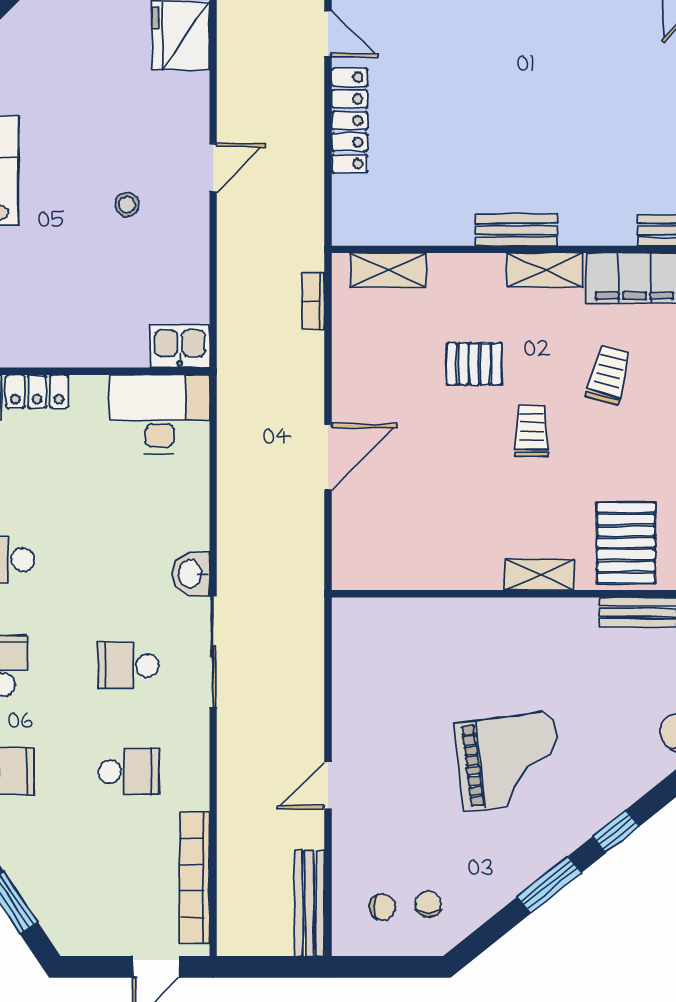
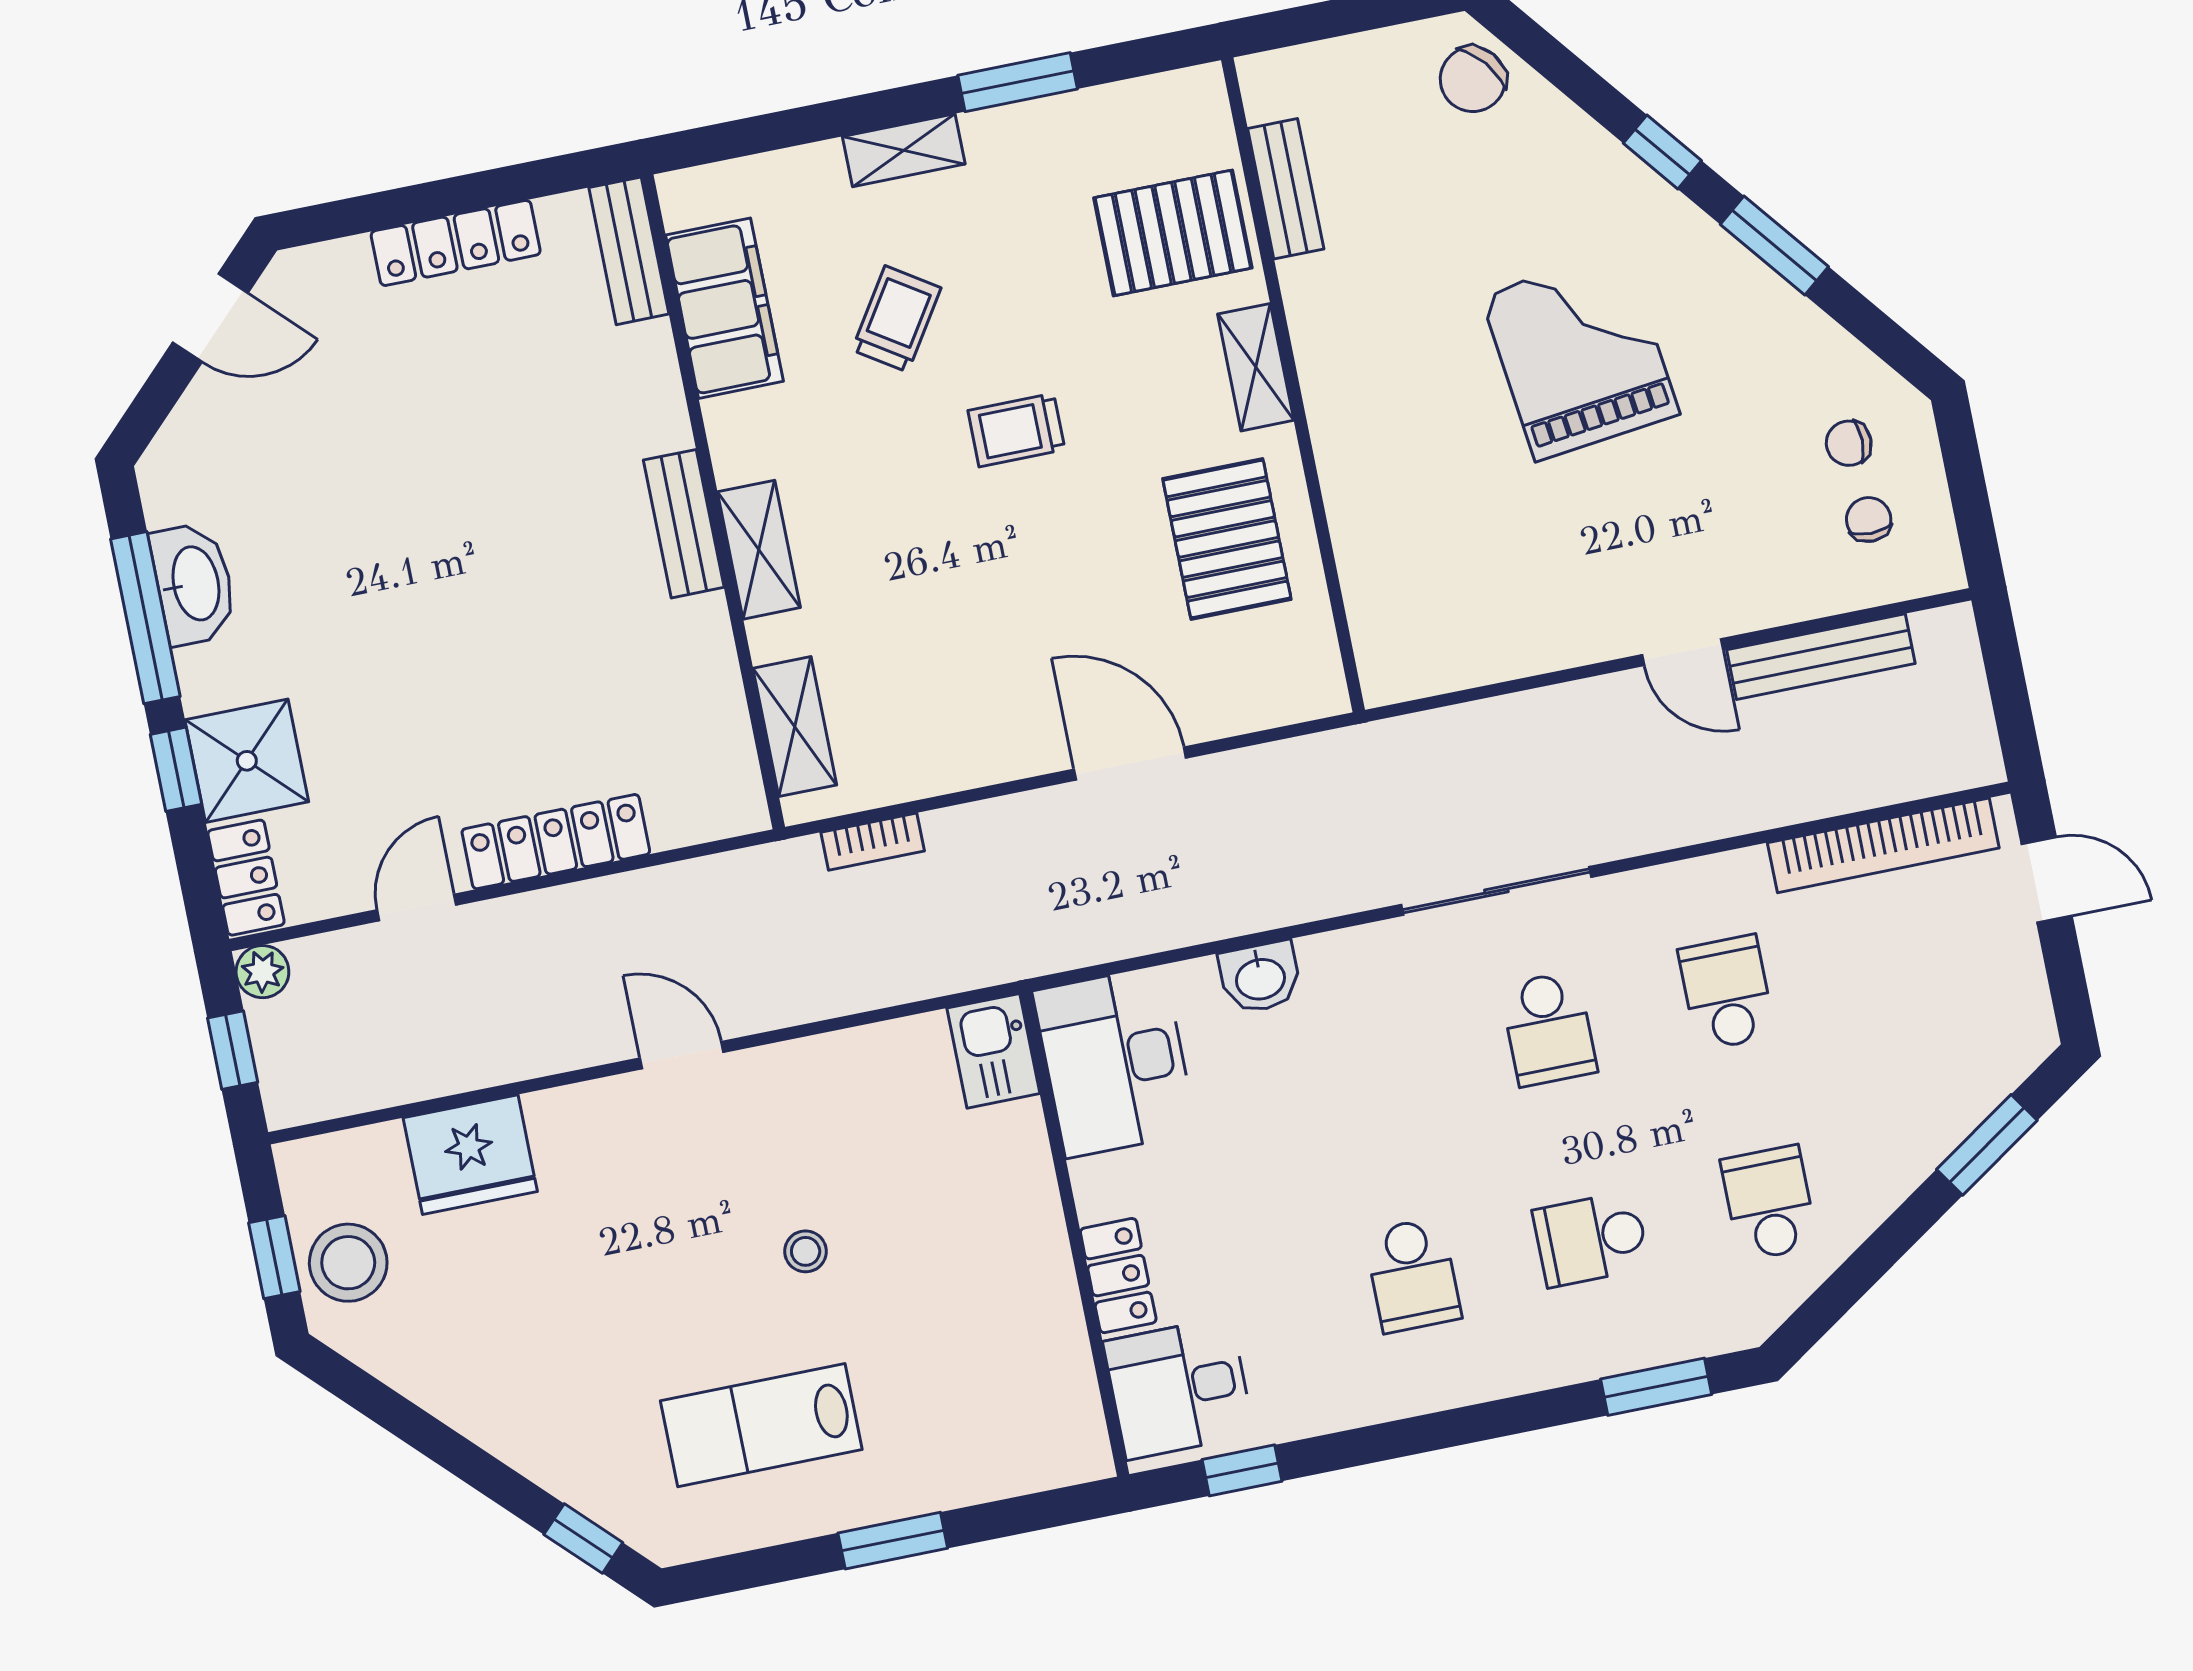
stool: (127, 205) -> (806, 1251), moved
shelving: (545, 270) -> (759, 550), moved
pallet: (474, 364) -> (1227, 539), moved, width x1.50, depth x1.42
trolley: (609, 375) -> (896, 319), turned 108
washbasin: (191, 574) -> (1260, 977), moved
bench: (310, 903) -> (1821, 657), moved

